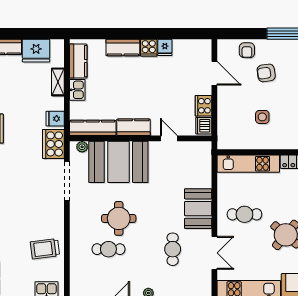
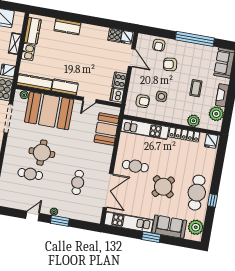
fridge: (165, 47) -> (127, 37), moved
cooker: (149, 48) -> (115, 35), moved
armchair: (239, 127) -> (143, 101), added
door: (169, 138) -> (89, 100), swing flipped
booth: (198, 209) -> (107, 129), moved
double door: (214, 253) -> (108, 191), width x1.37

